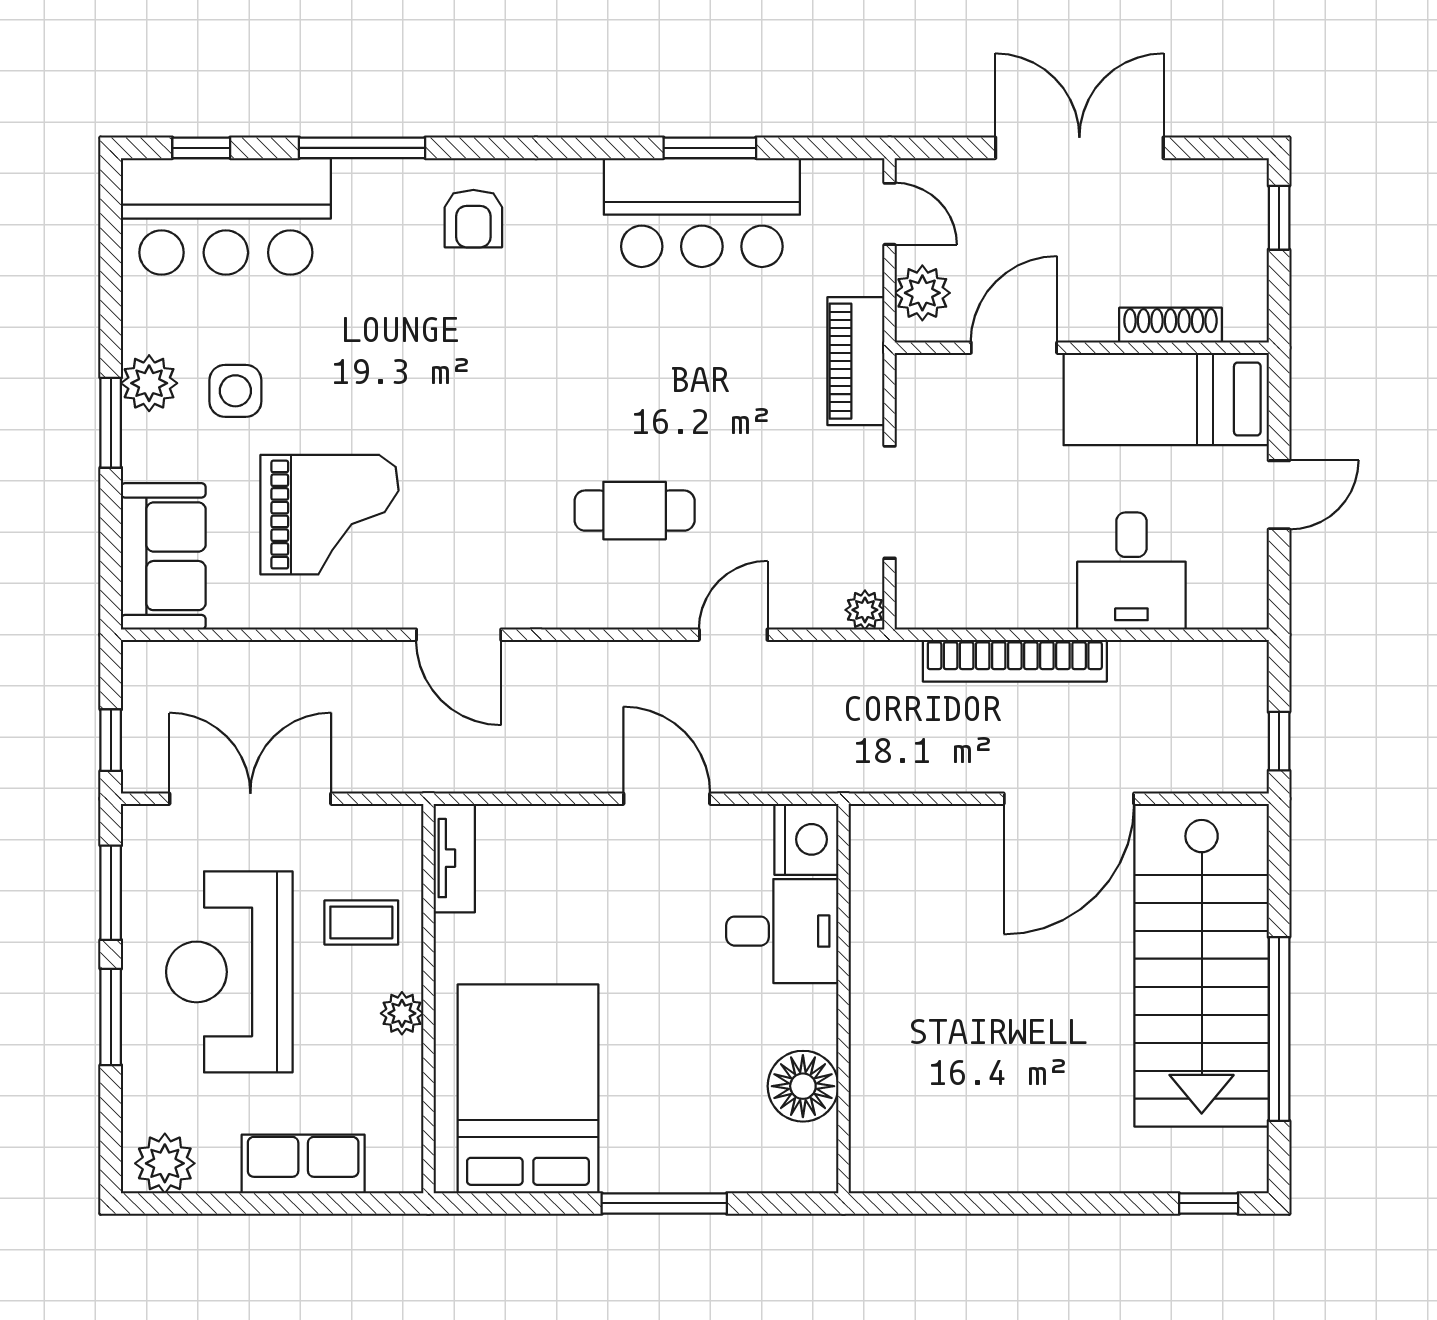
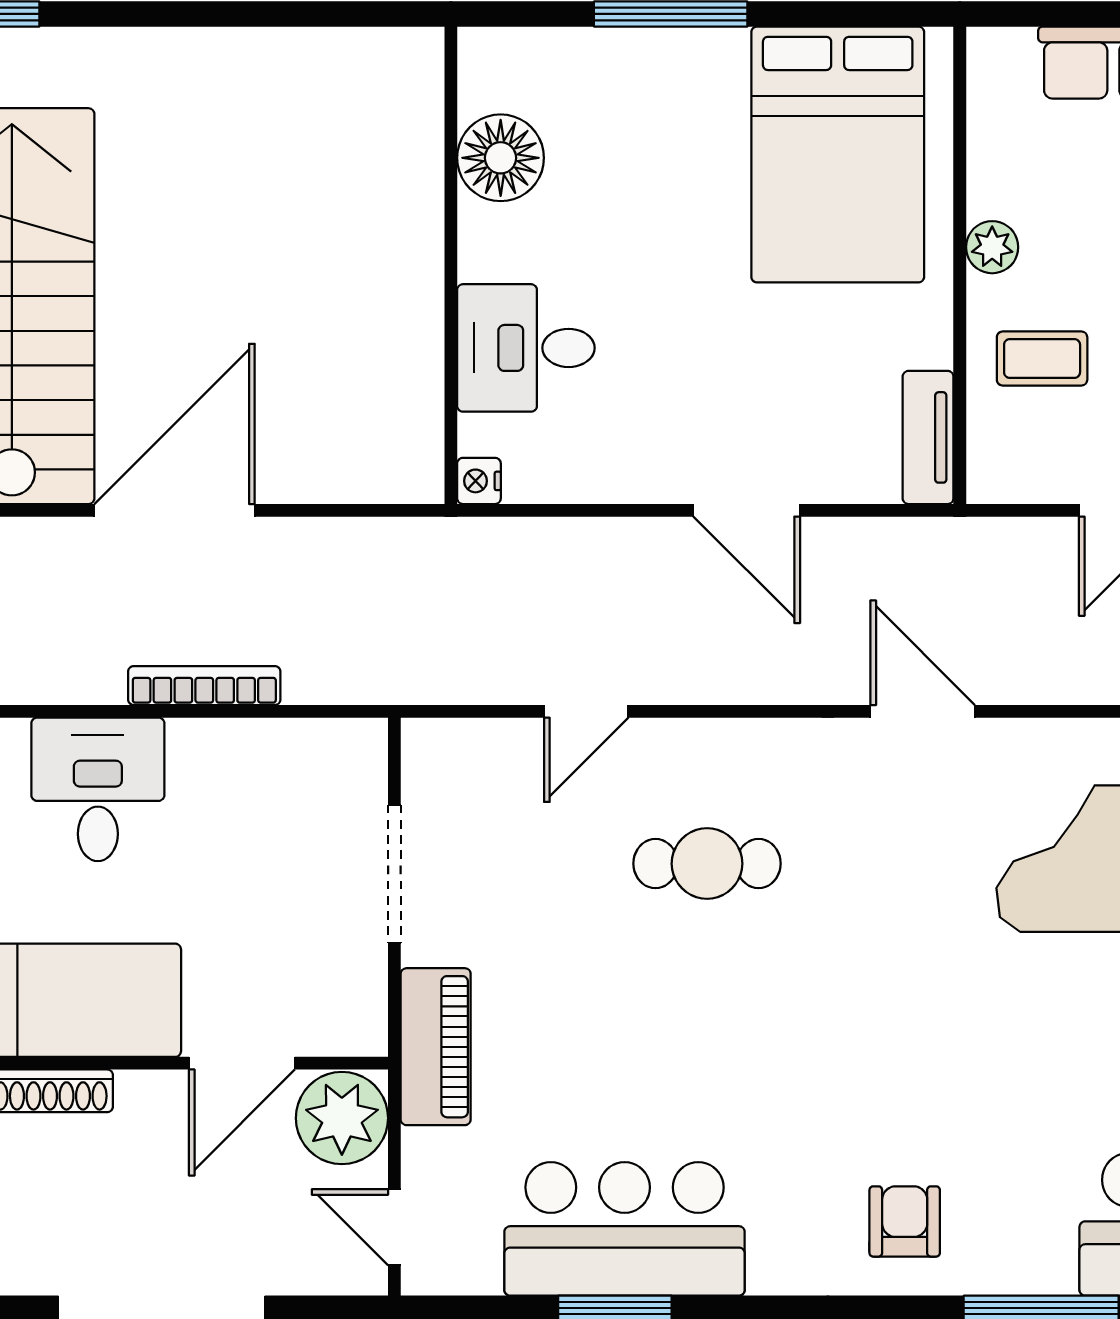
plant: (922, 293) -> (342, 1118), width x1.36, depth x1.36
plant: (865, 610) -> (425, 742), removed
bookcase: (1015, 661) -> (204, 686), width x0.68, depth x0.76
door: (667, 799) -> (747, 510), moved
nightstand: (806, 839) -> (479, 481), width x0.53, depth x0.56

